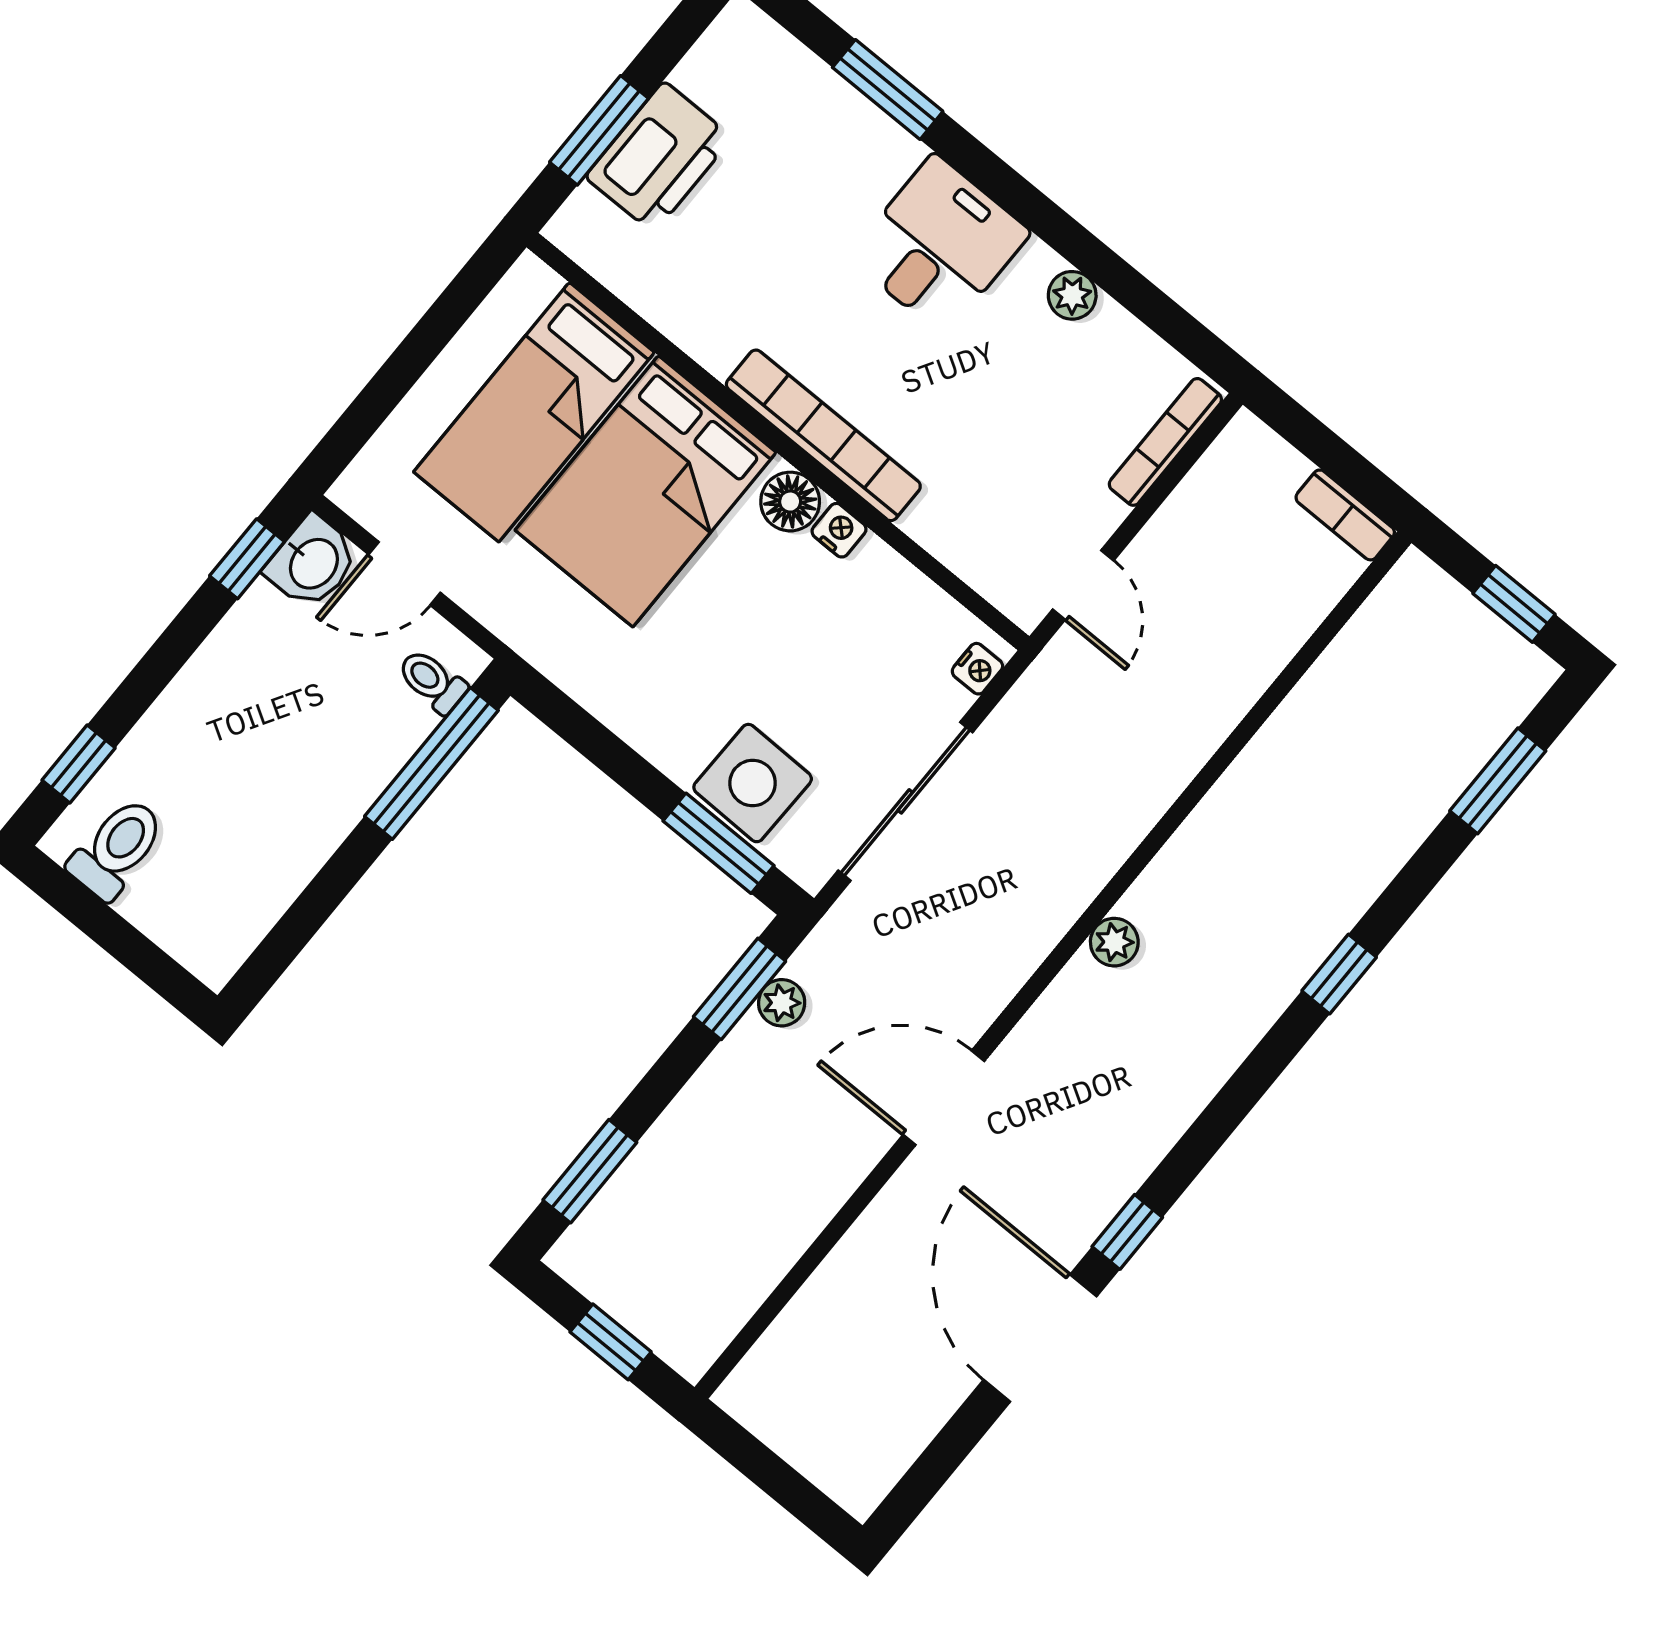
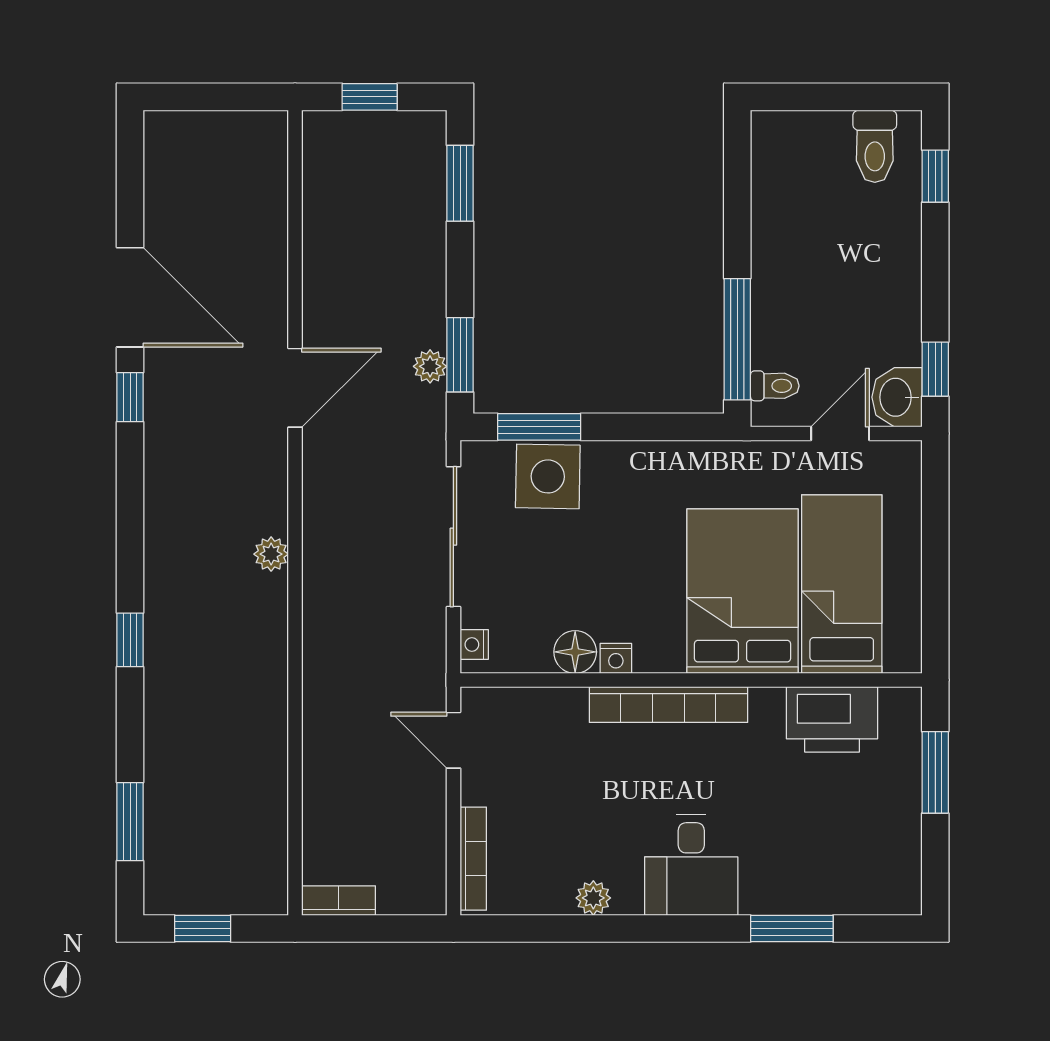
printer: (659, 157) -> (832, 719), moved, turned -90
floor lamp: (790, 502) -> (575, 652), moved

